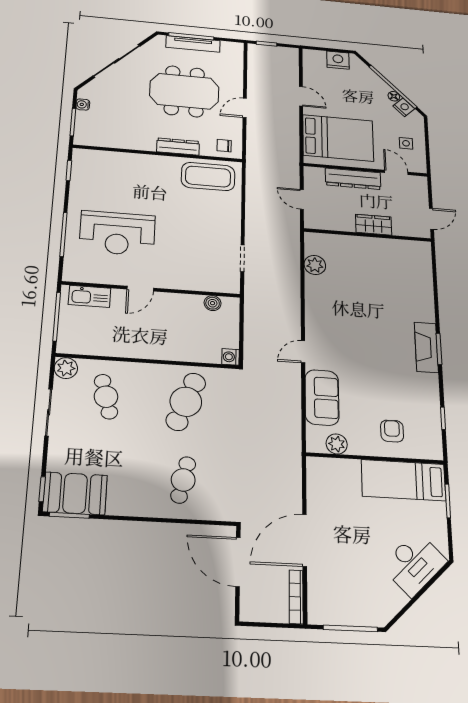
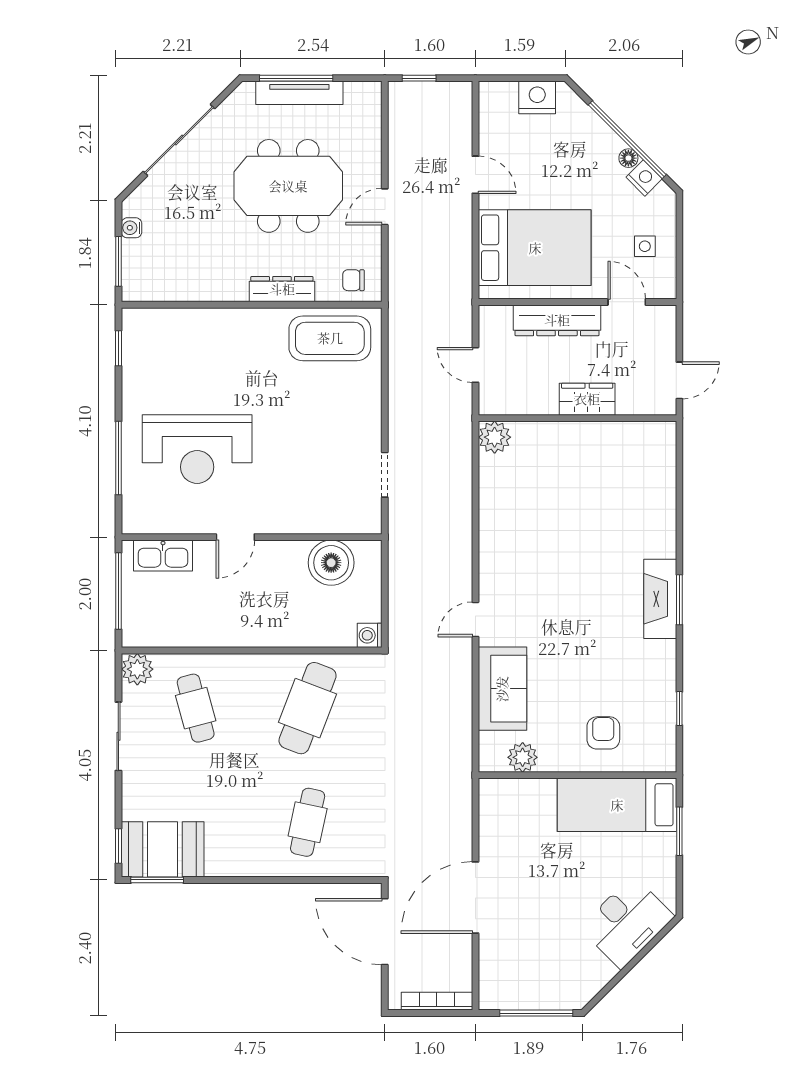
plant: (315, 265) -> (495, 437), moved
boiler: (213, 303) -> (331, 563), width x1.86, depth x1.86
bookcase: (296, 597) -> (437, 1001), moved, turned 90

